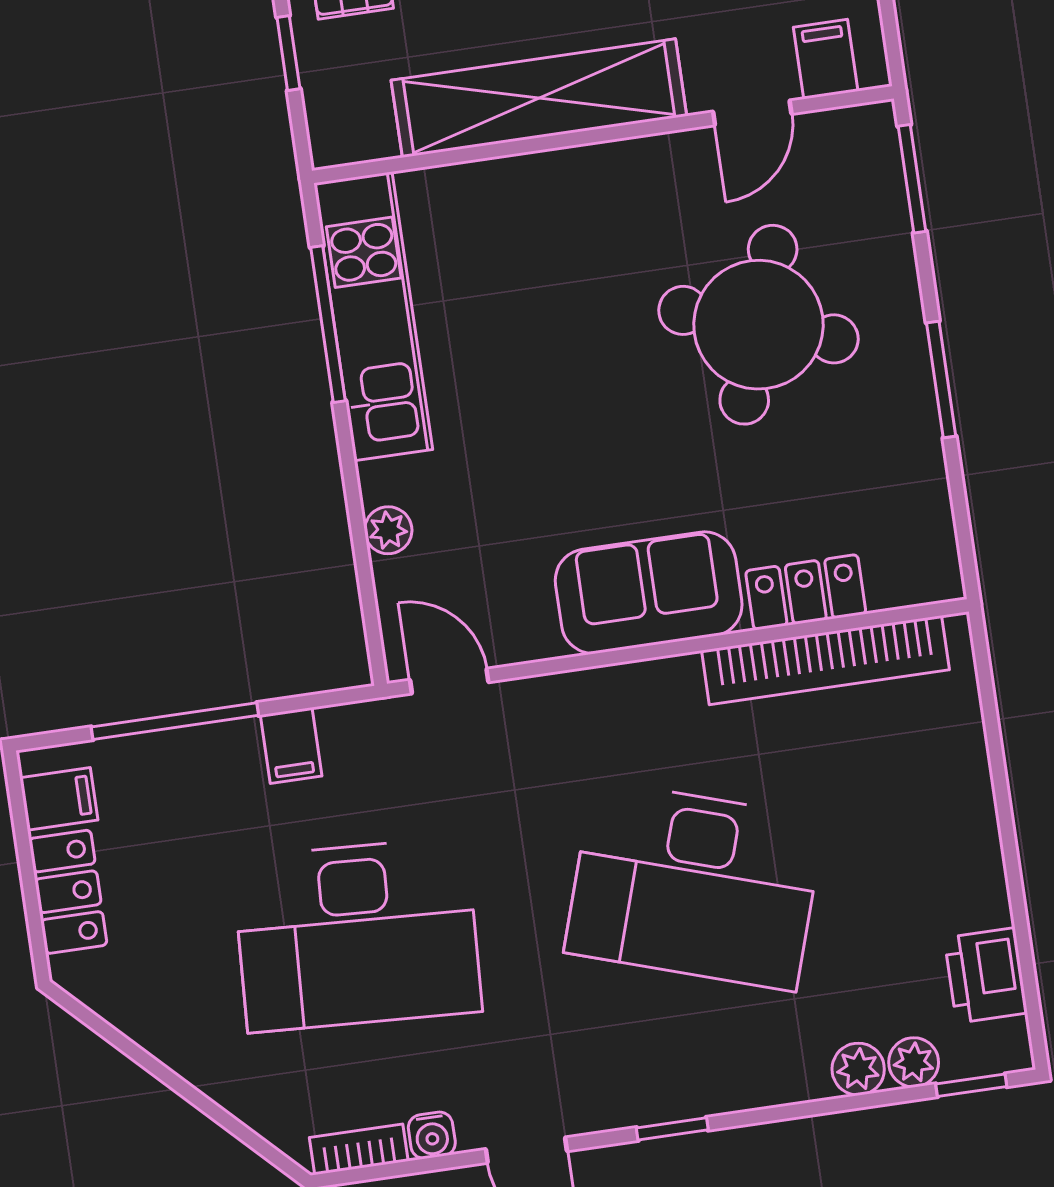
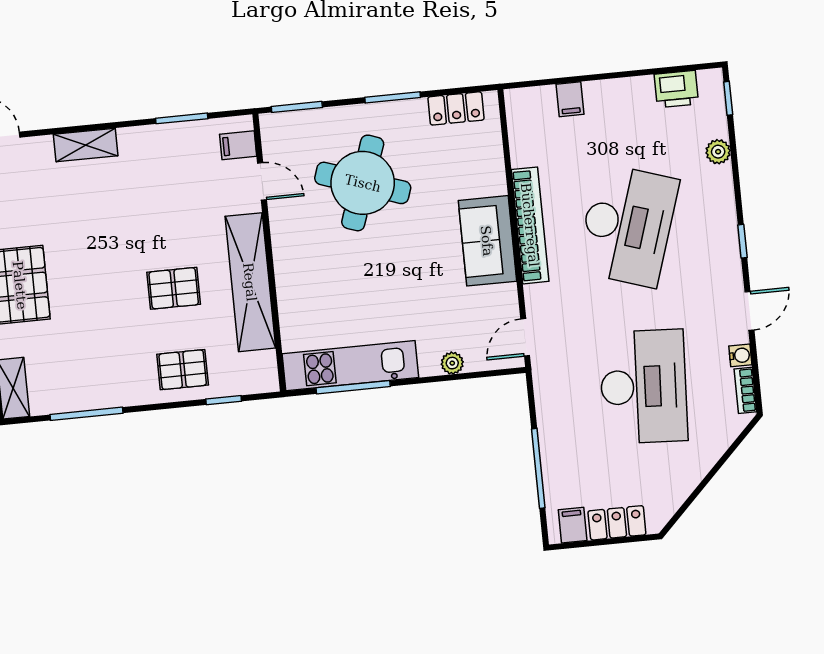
locker: (806, 592) -> (456, 108), moved, turned -90
bookcase: (825, 660) -> (530, 225), moved
filing cabinet: (291, 746) -> (570, 99), moved, turned 90
plant: (914, 1062) -> (716, 125), removed

